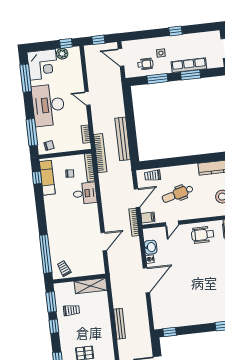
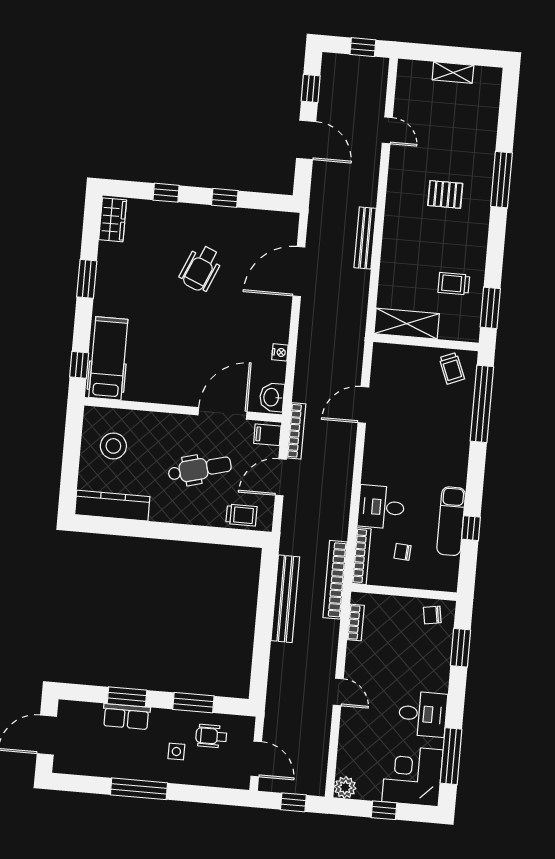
window: (175, 31) -> (139, 789), width x2.17
window: (66, 43) -> (384, 810), moved
plant: (62, 54) -> (345, 787), moved
row of seats: (189, 65) -> (126, 716), width x0.68
desk: (48, 105) -> (423, 714), width x0.53, depth x0.77
window: (32, 132) -> (461, 648), width x0.69
window: (37, 178) -> (471, 528), moved
exam couch: (47, 178) -> (451, 521), moved
door: (172, 223) -> (222, 413), width x1.88
wheelchair: (203, 235) -> (201, 268), moved, turned 113
washbasin: (151, 247) -> (272, 397), moved
door: (146, 280) -> (299, 272), moved
window: (54, 326) -> (495, 259), removed
window: (170, 332) -> (225, 198), moved

